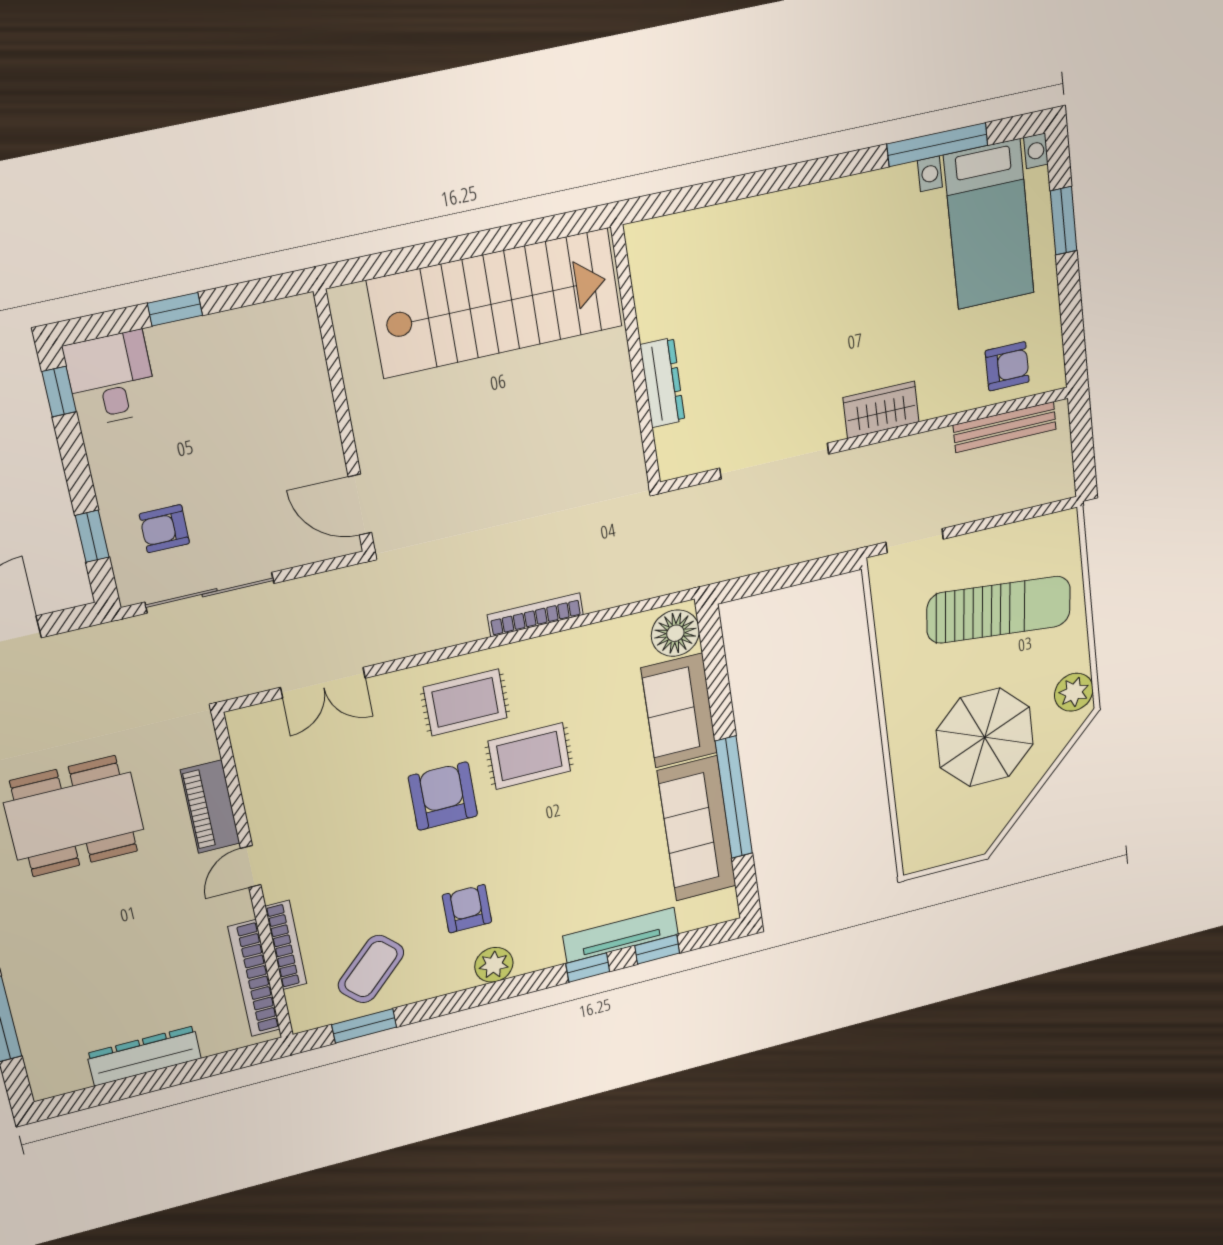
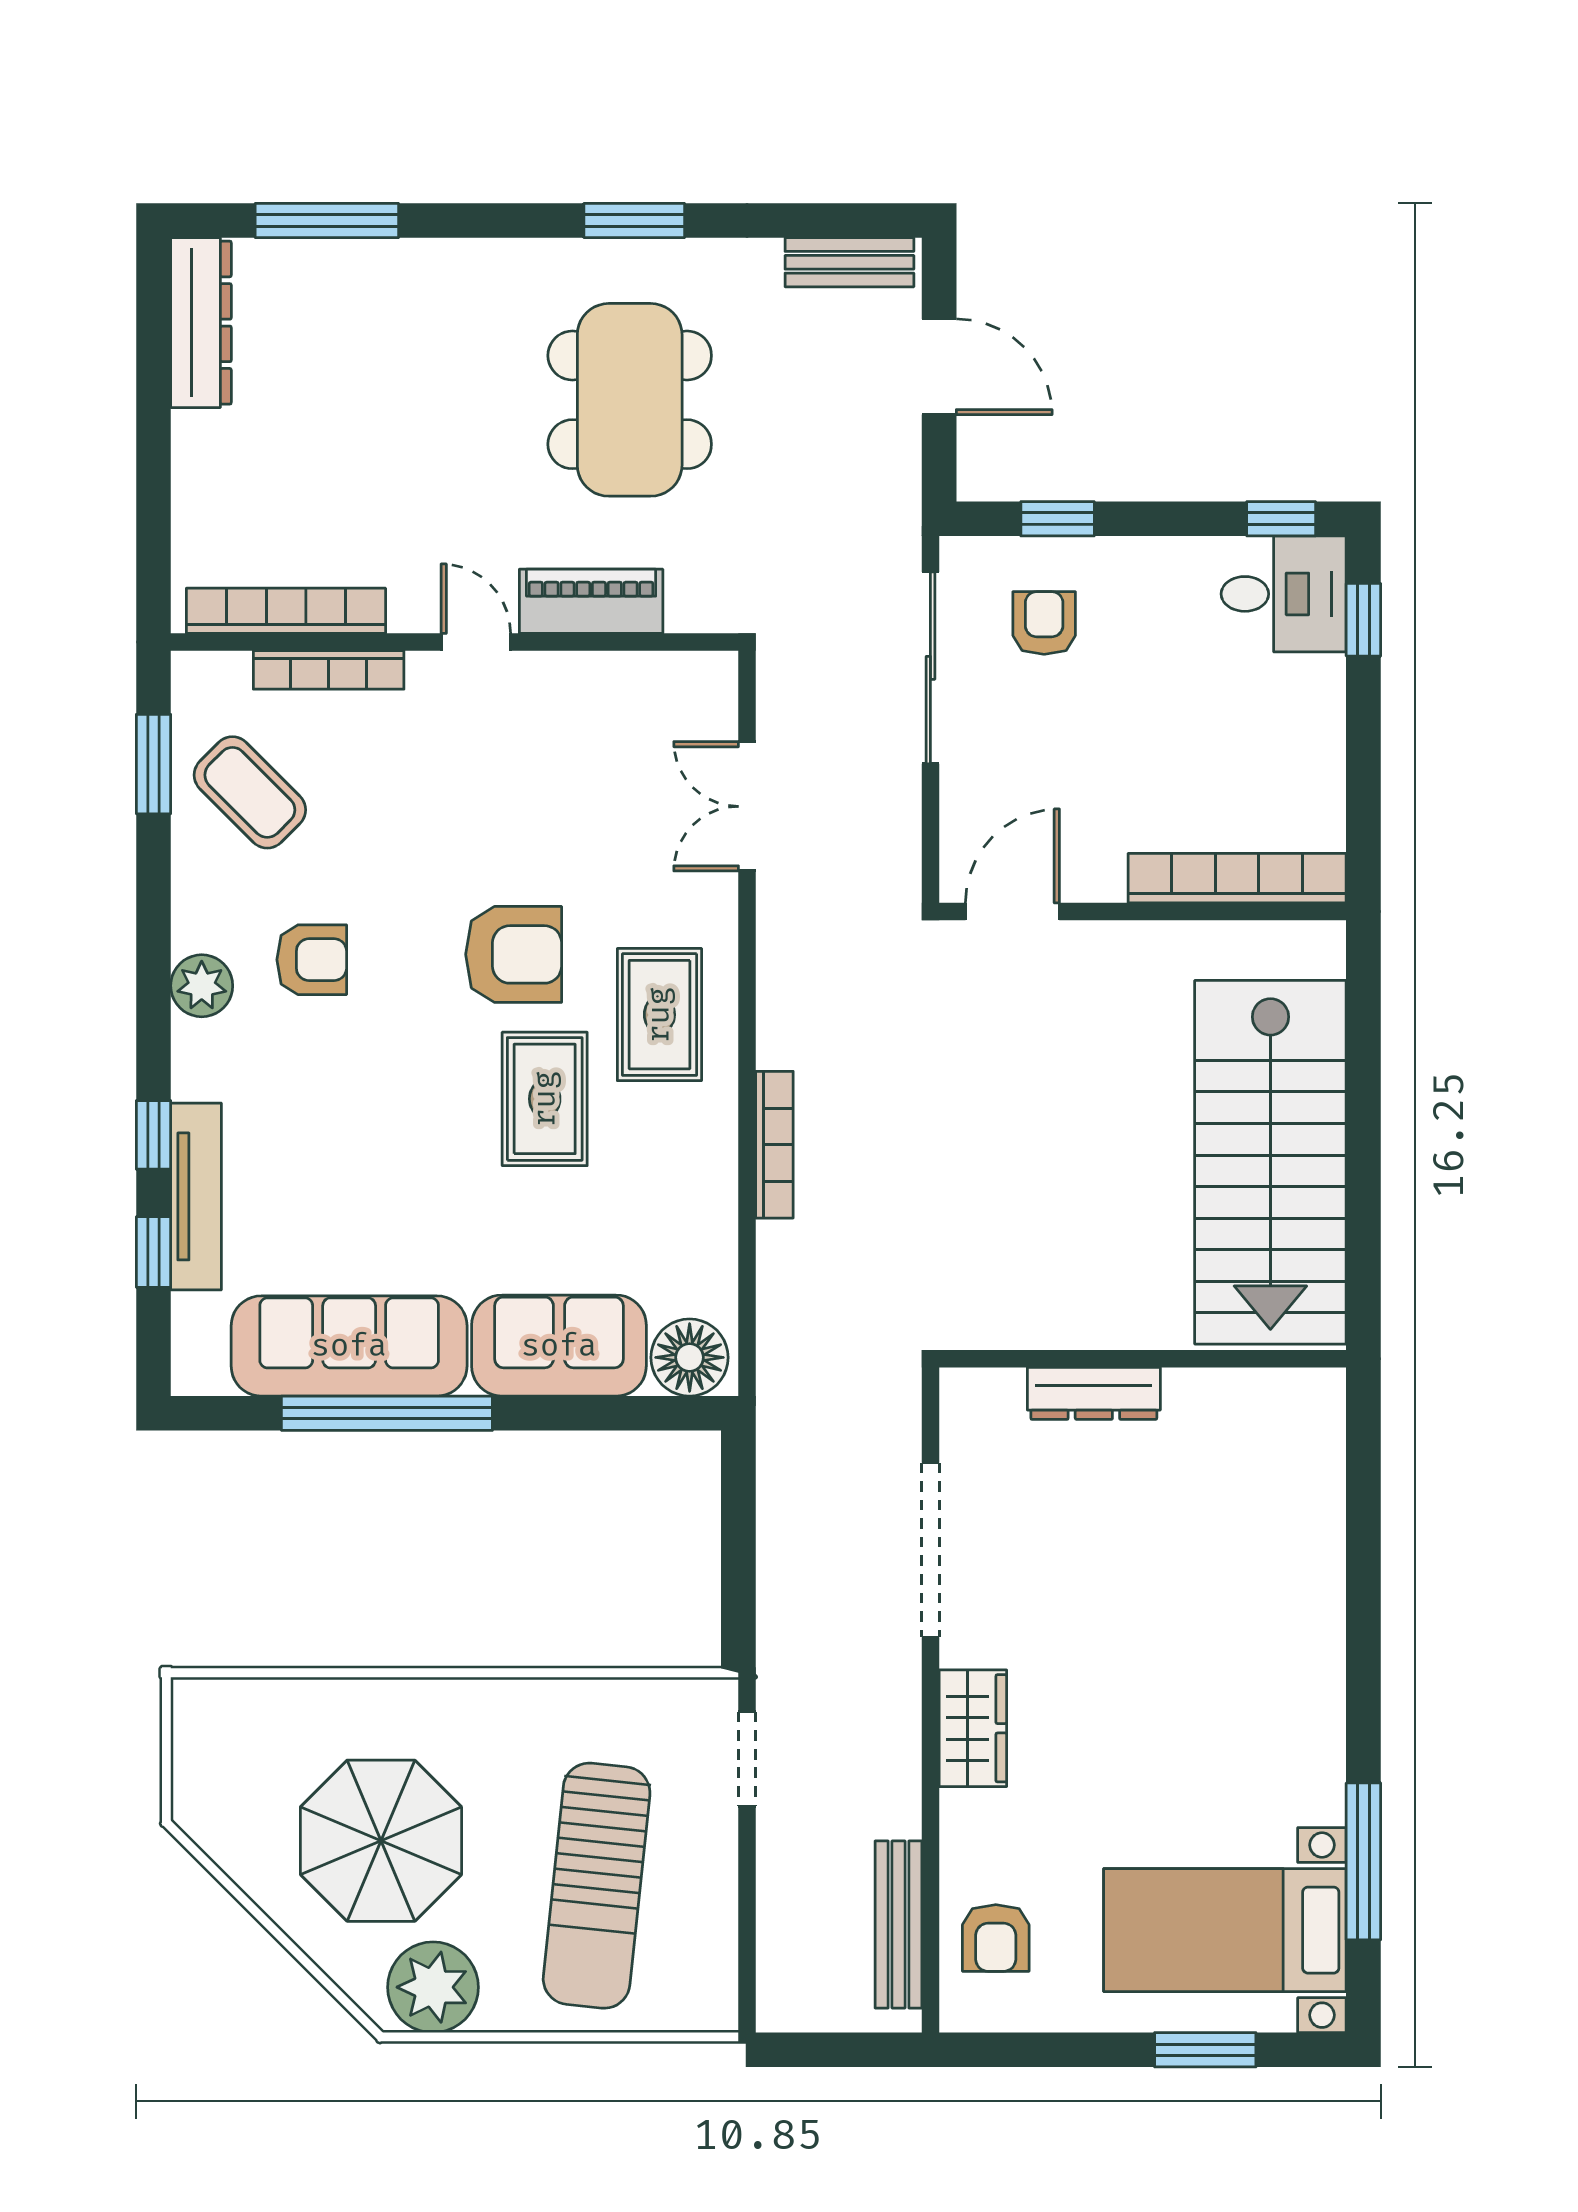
window: (175, 309) -> (1363, 620), moved
bookcase: (311, 366) -> (1237, 878), added
plant: (1074, 692) -> (433, 1987), width x1.36, depth x1.36
dresser: (144, 1056) -> (201, 323), moved

